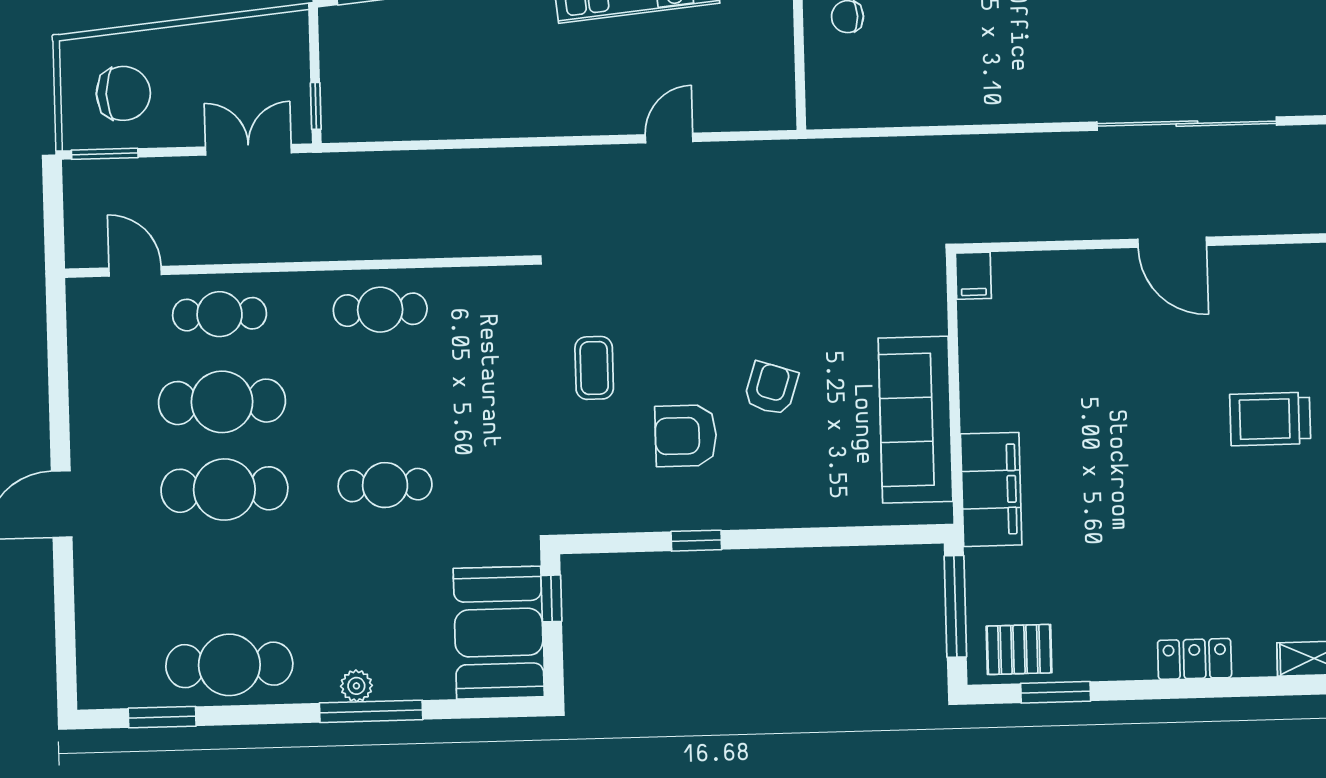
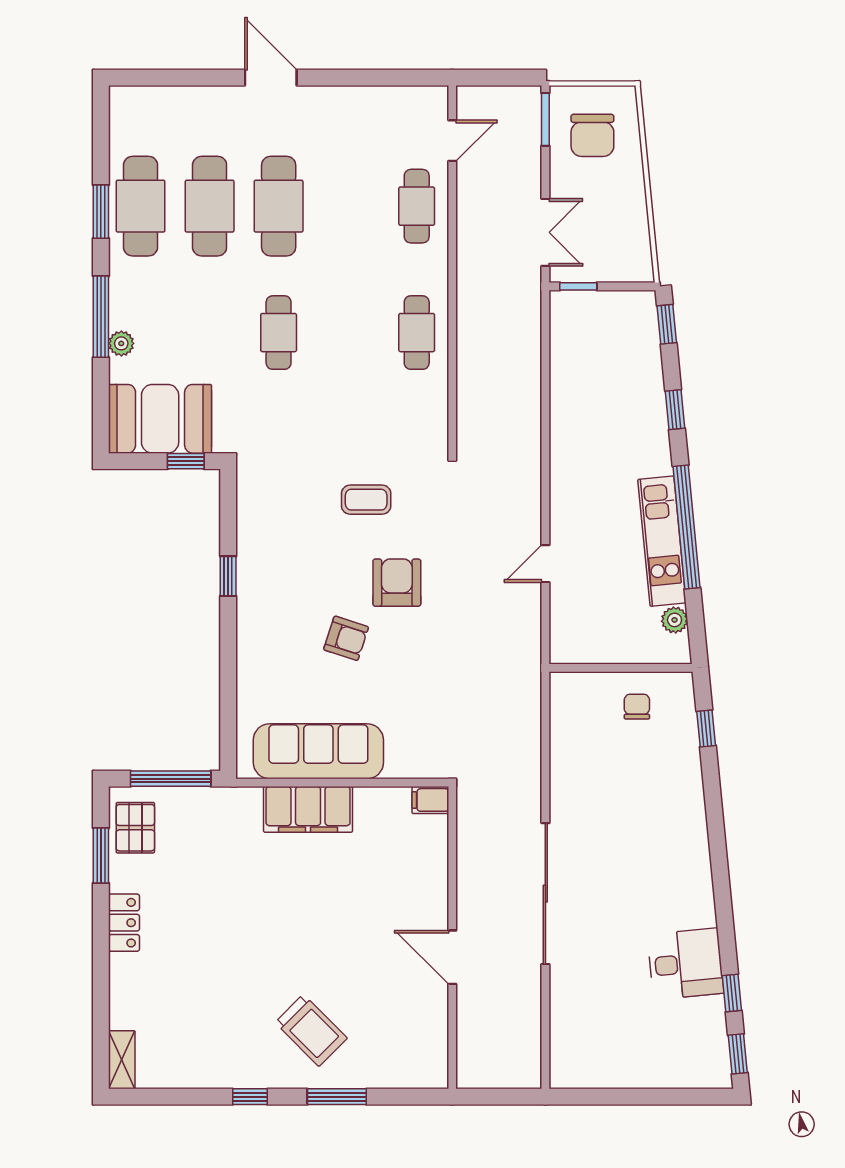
sliding door: (1187, 124) -> (545, 894), moved
door: (669, 138) -> (545, 564), swing flipped
door: (1172, 242) -> (452, 957), hinge flipped
cafe table: (222, 402) -> (210, 206), moved
trolley: (1270, 419) -> (311, 1030), turned 135
armchair: (686, 436) -> (397, 583), moved
filing cabinet: (991, 489) -> (308, 809), moved
locker: (1195, 659) -> (124, 923), moved
plant: (356, 686) -> (121, 343), moved
window: (162, 717) -> (101, 212), moved

